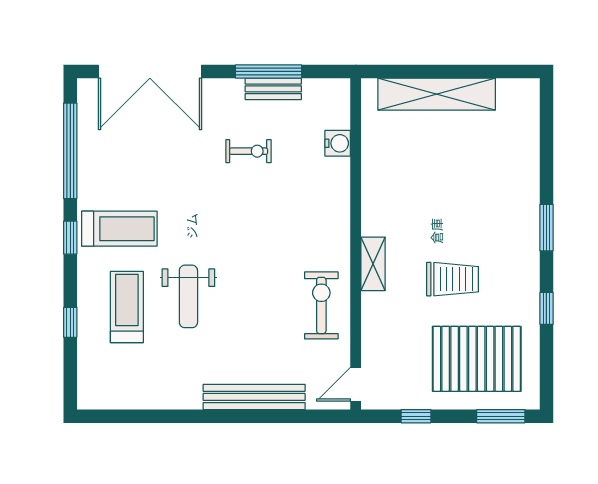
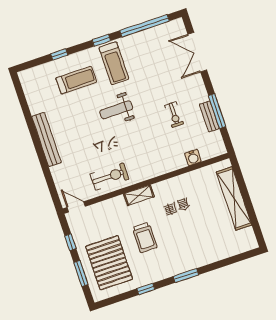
double door: (150, 71) -> (197, 52), width x0.73
weight bench: (188, 296) -> (116, 110), moved
bench: (254, 397) -> (46, 139), moved
window: (501, 416) -> (81, 274), moved

